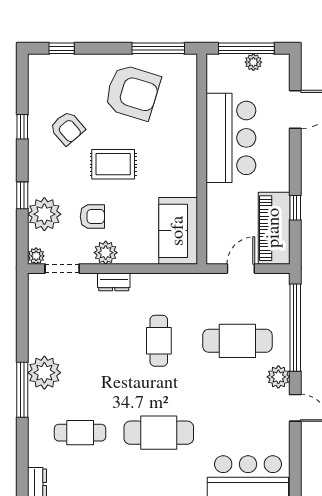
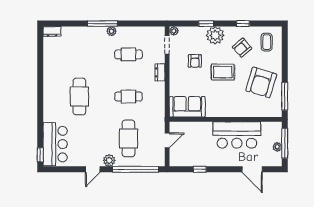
window: (62, 48) -> (285, 45), removed
coffee table: (57, 82) -> (267, 42), added
rug: (113, 164) -> (223, 72), turned 90
plant: (44, 214) -> (215, 35), moved
piano: (274, 228) -> (189, 158), removed
plant: (106, 253) -> (176, 68), removed
door: (241, 269) -> (167, 140), hinge flipped
plant: (44, 373) -> (111, 31), width x0.53, depth x0.53
cafe table: (80, 433) -> (128, 54), moved, turned 90

